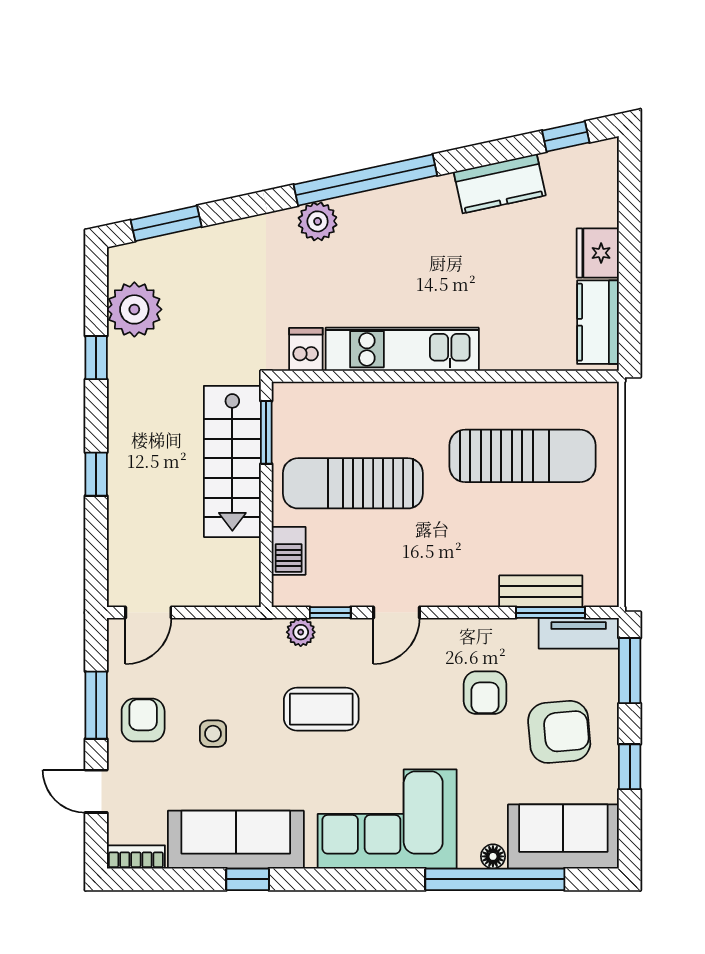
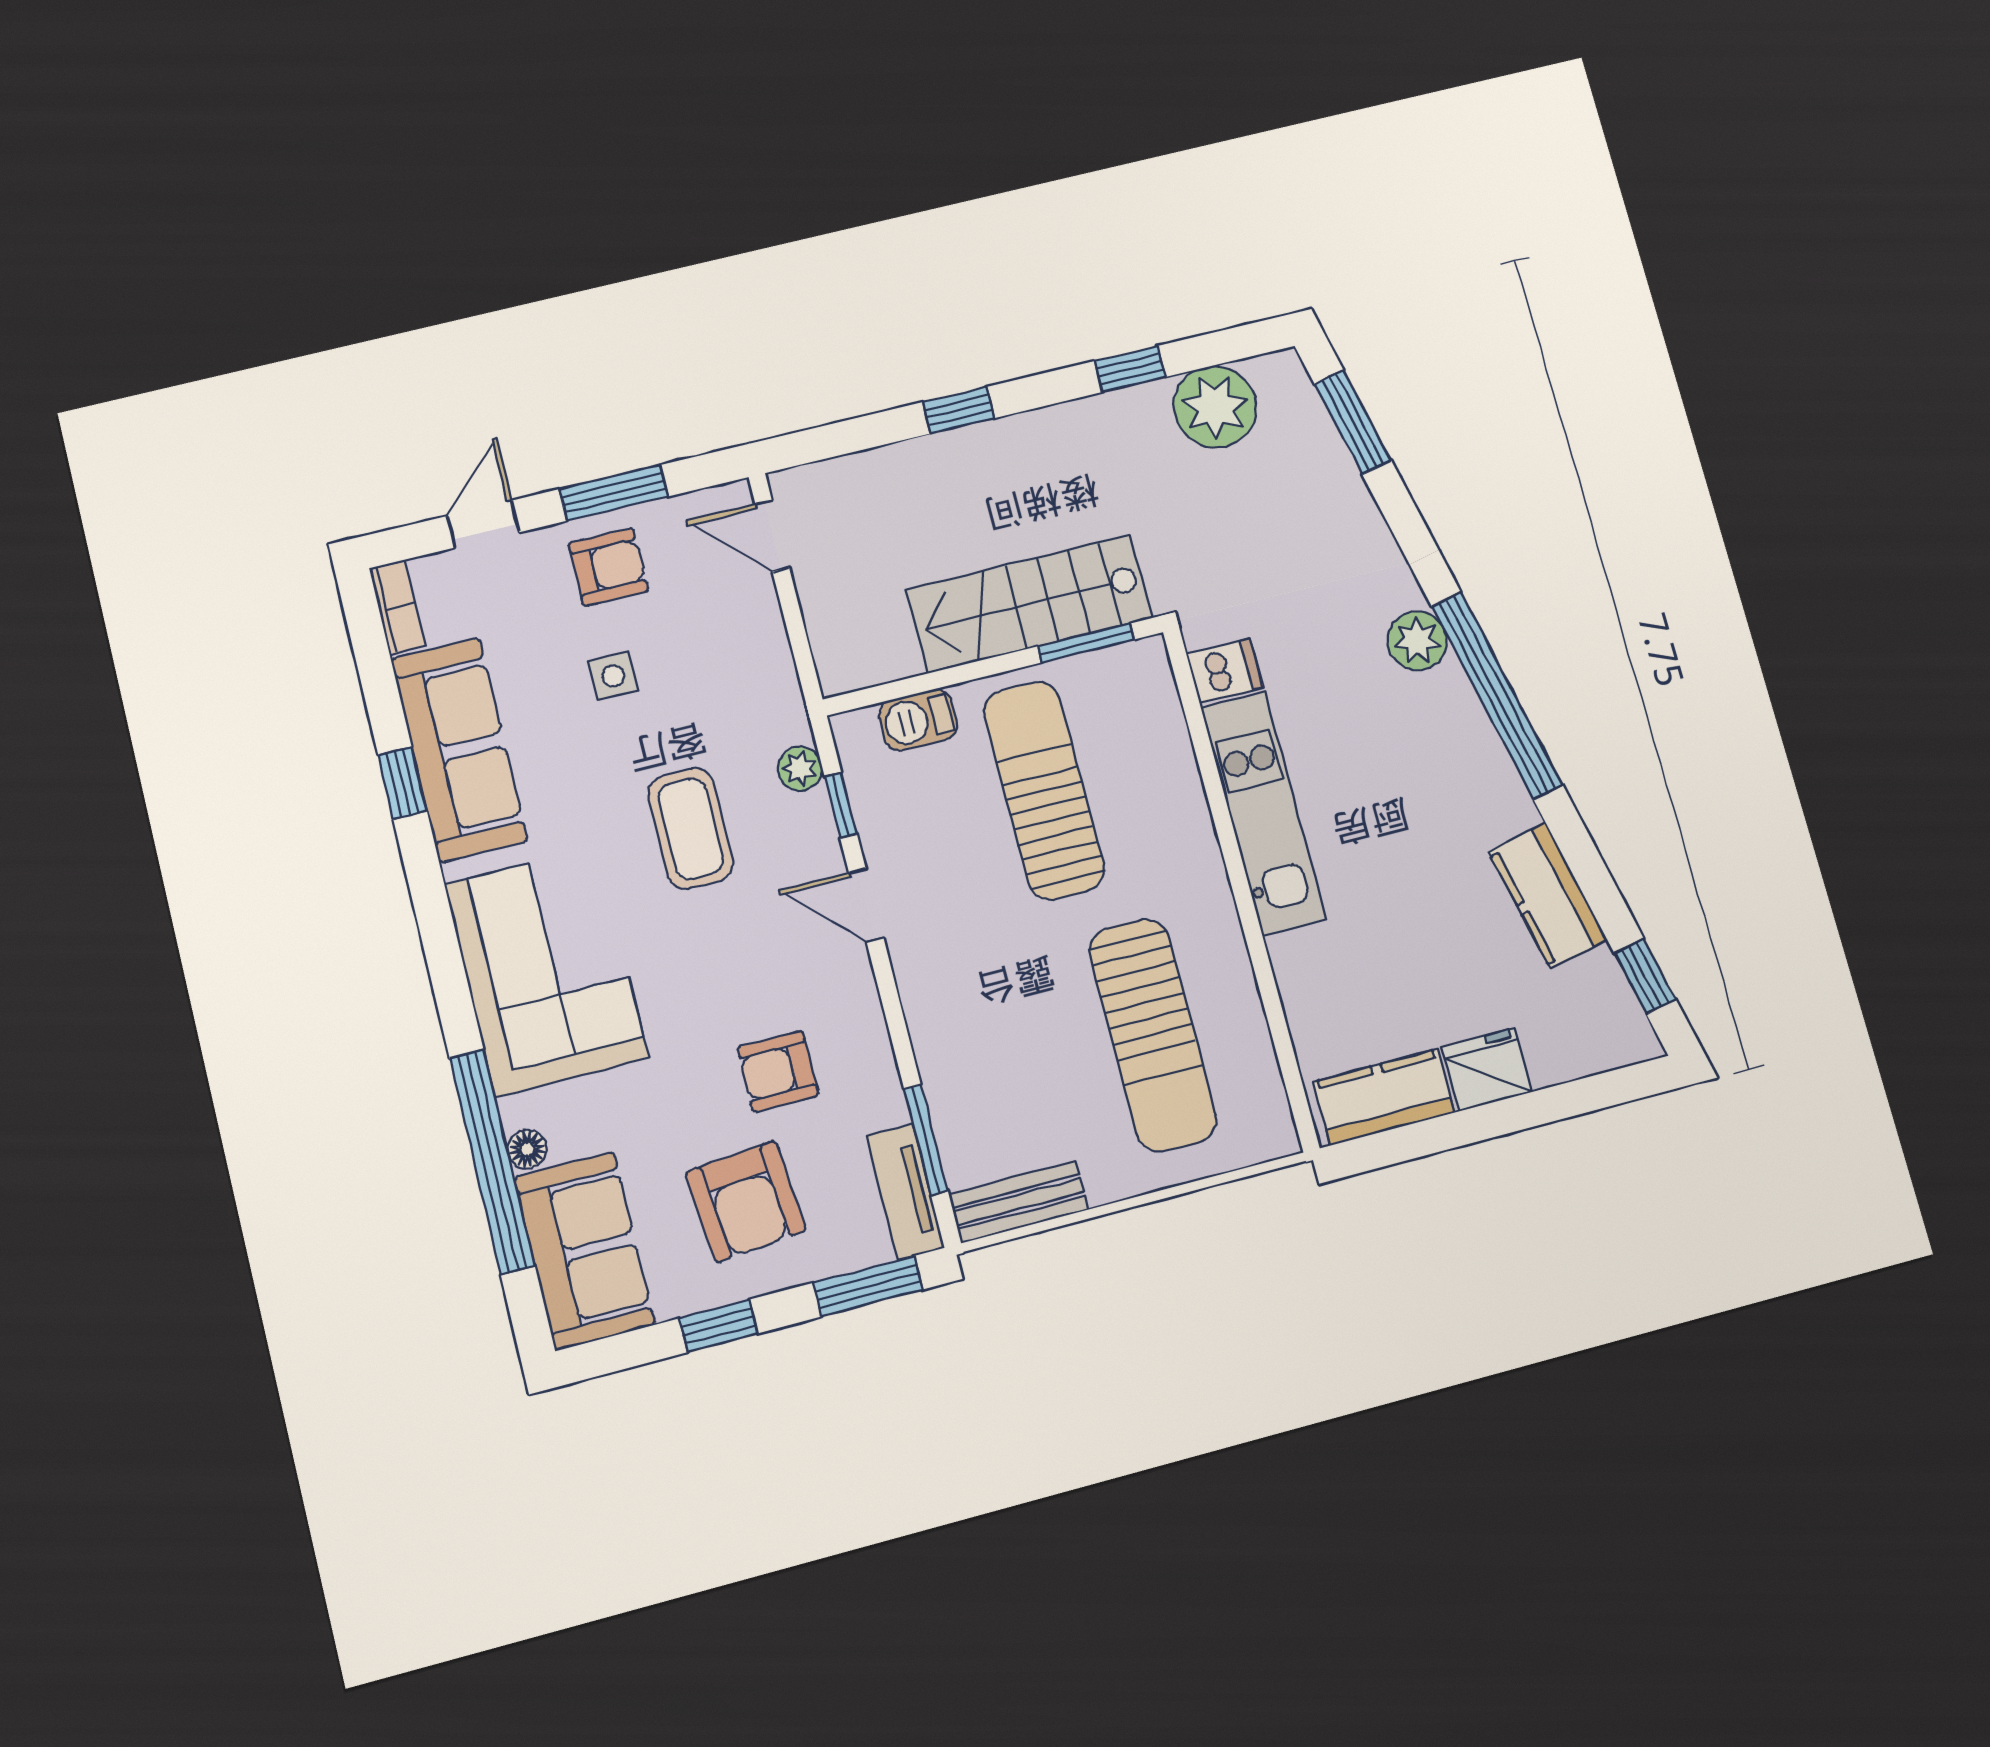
bench: (541, 591) -> (1019, 1202), moved, turned 90

